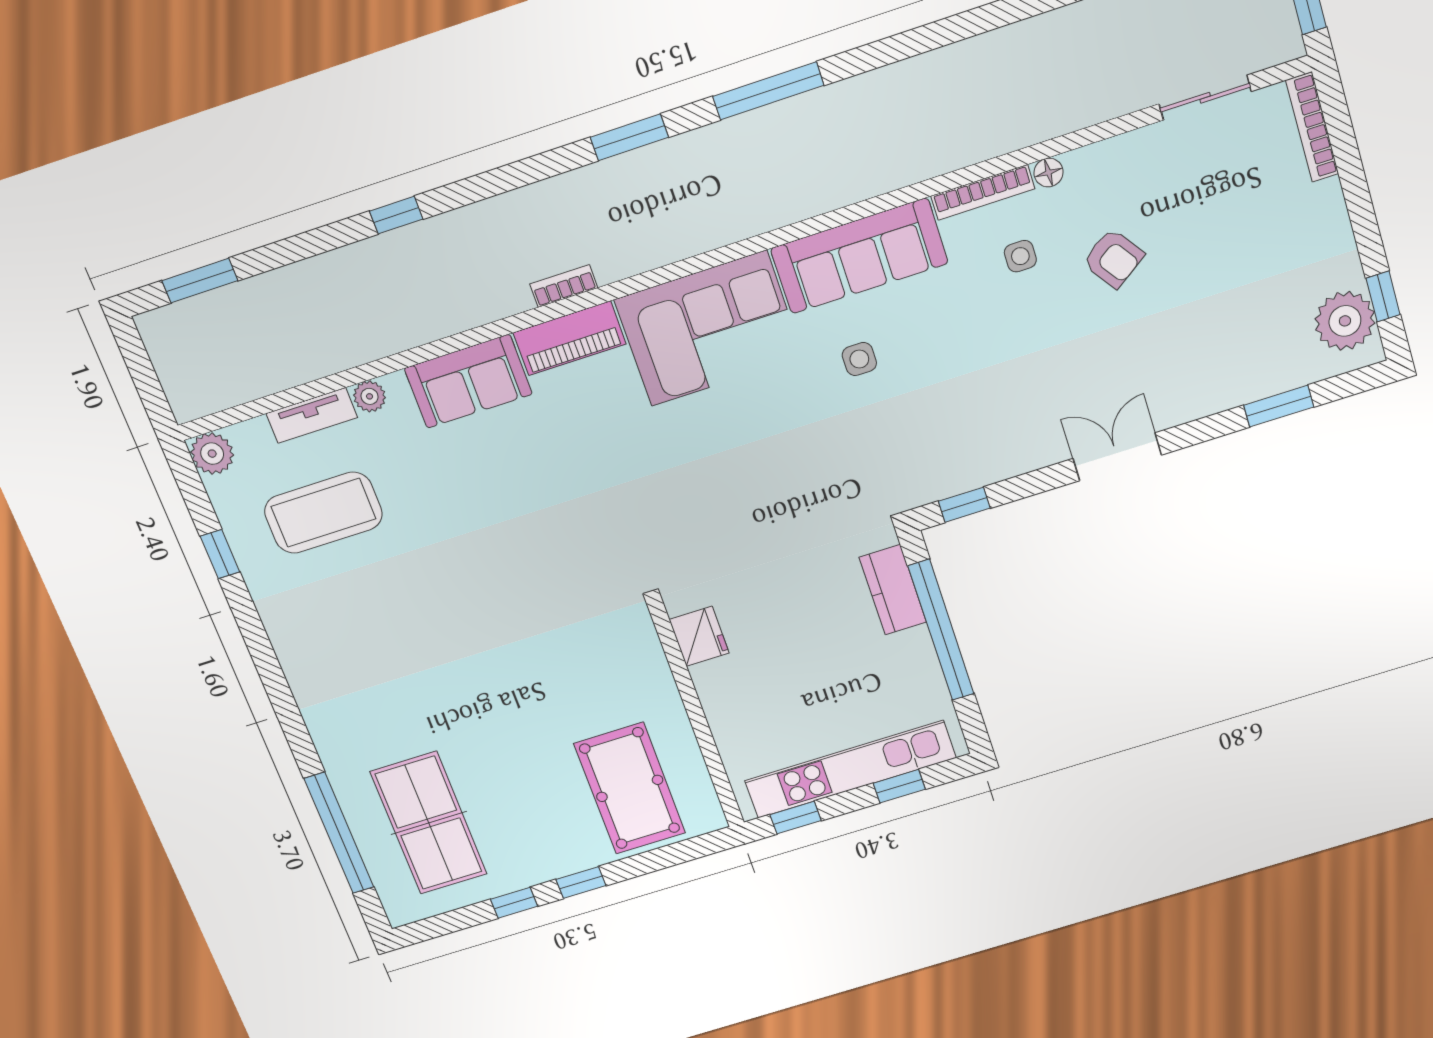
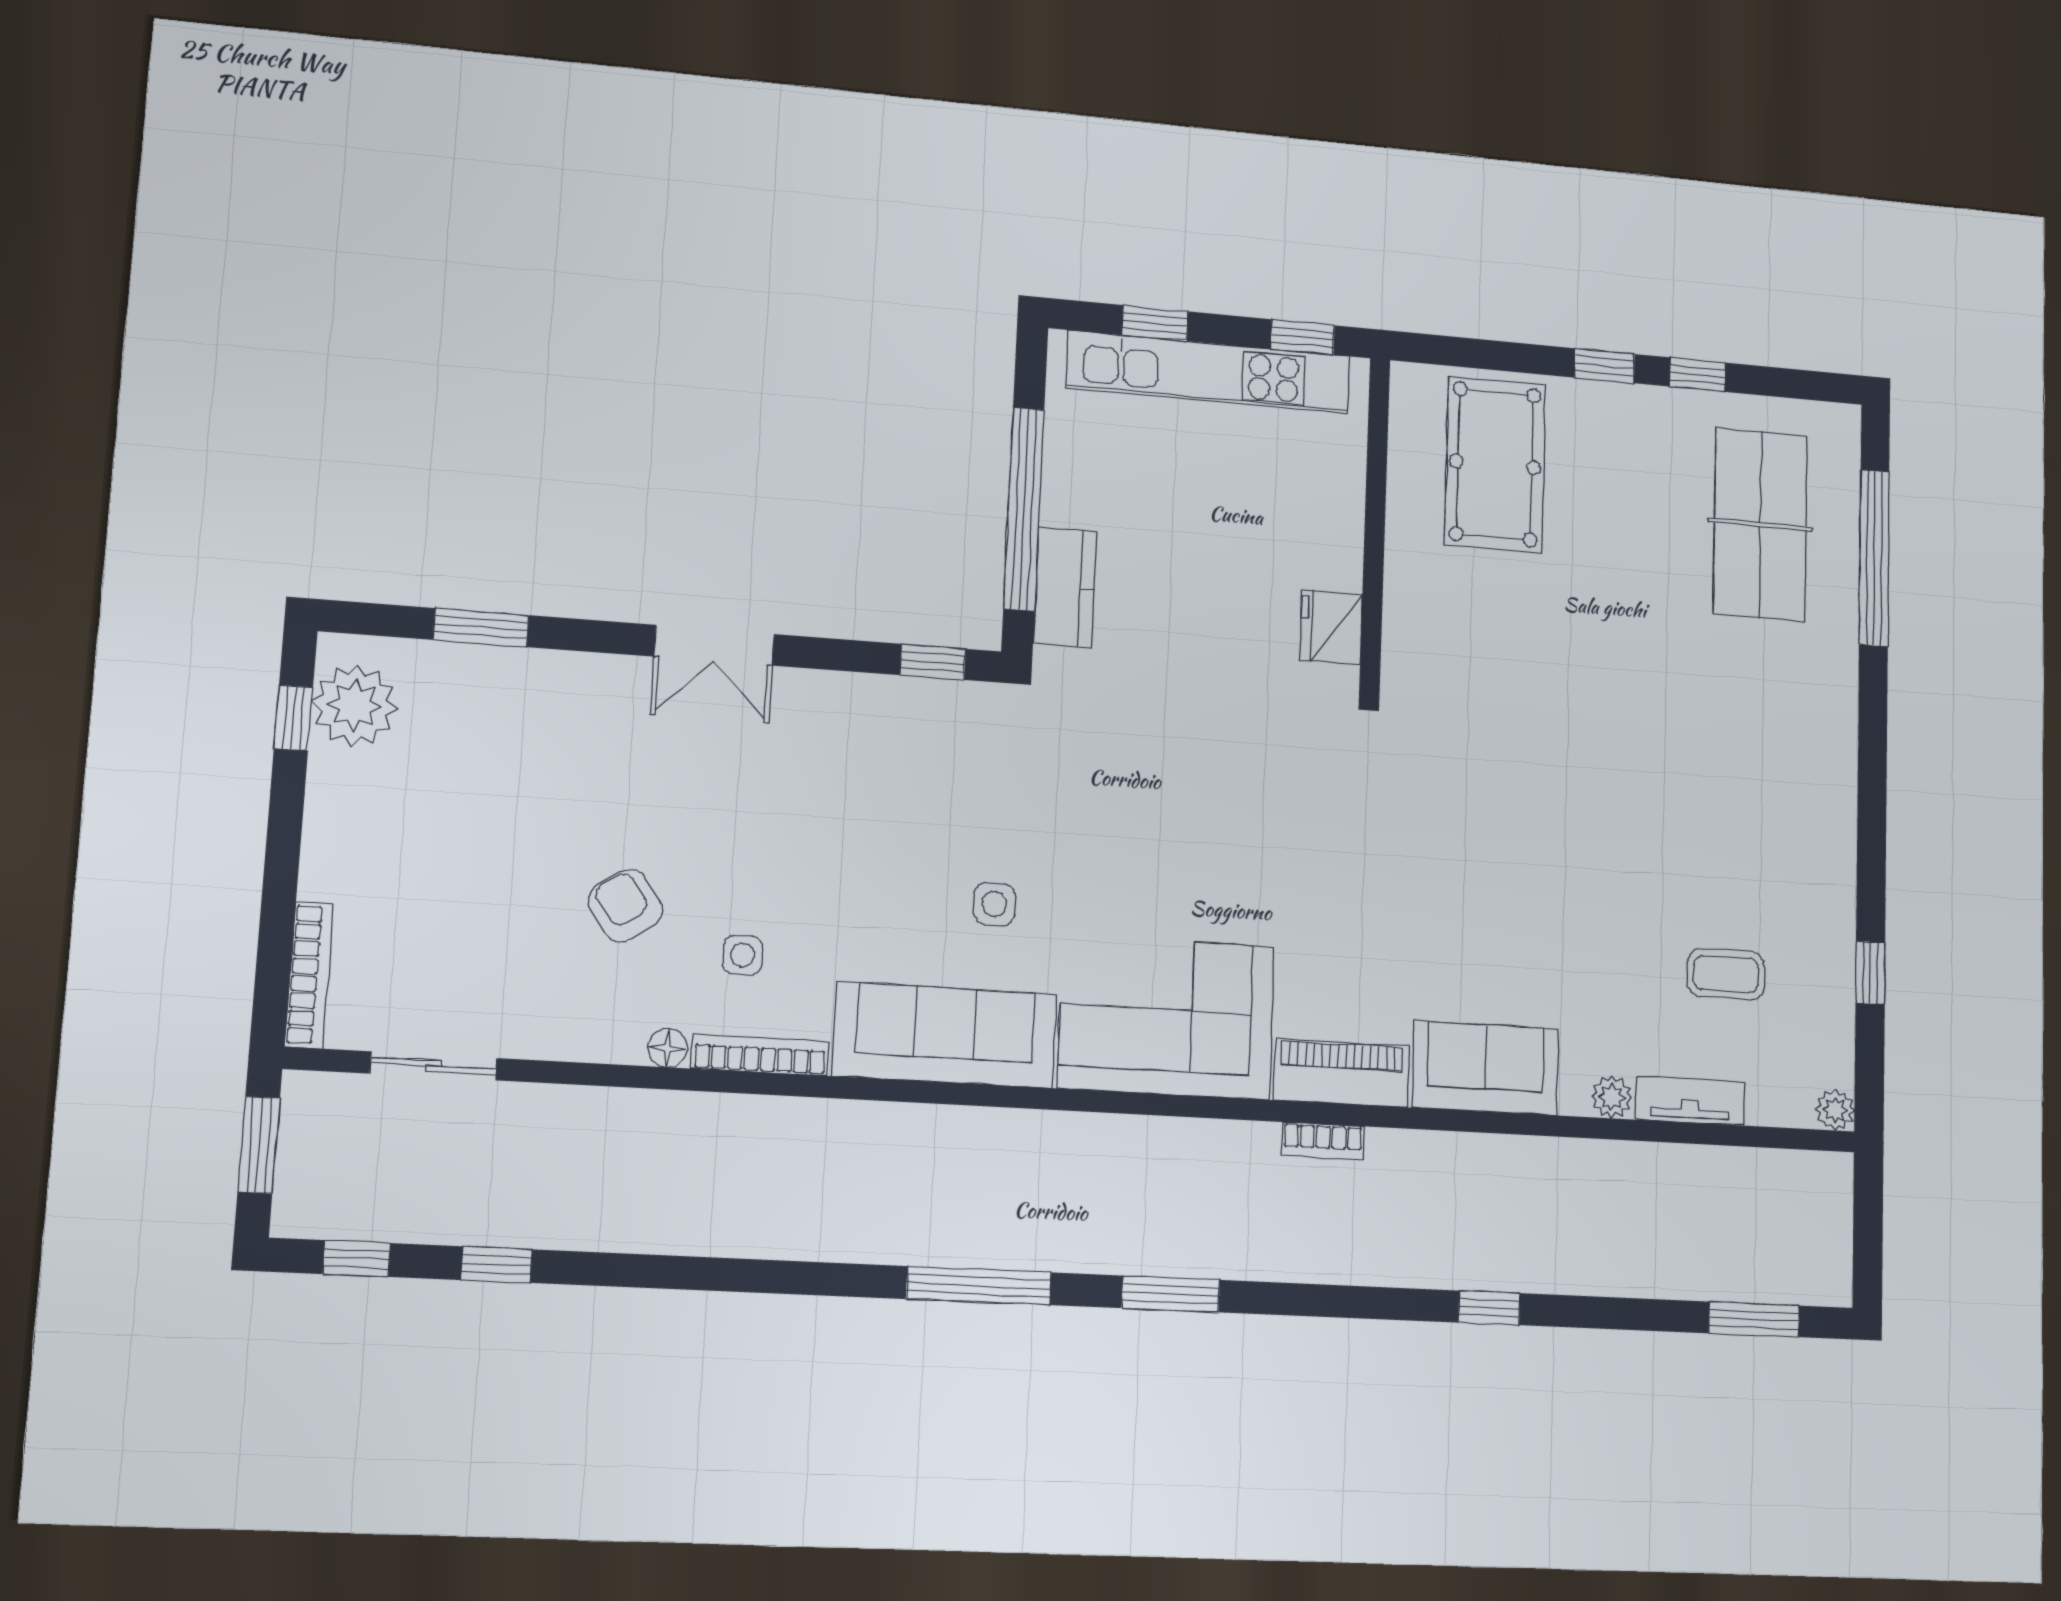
plant: (212, 454) -> (1835, 1110), width x0.73, depth x0.73
coffee table: (323, 513) -> (1726, 974), width x0.54, depth x0.58

